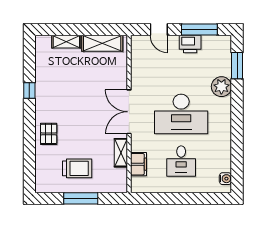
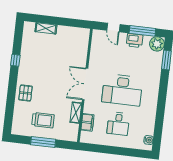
shelving: (102, 43) -> (72, 33), removed
plant: (221, 87) -> (157, 44), moved

